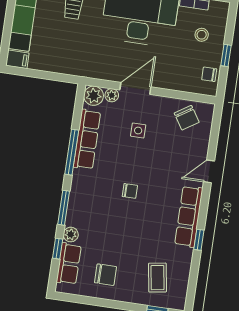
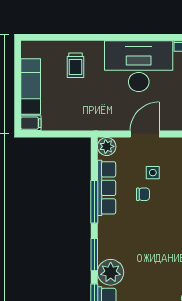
plant: (112, 95) -> (123, 144), removed
chair: (130, 191) -> (143, 194), moved
plant: (71, 235) -> (111, 272), width x1.88, depth x1.88

